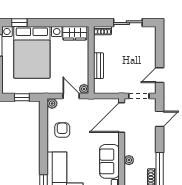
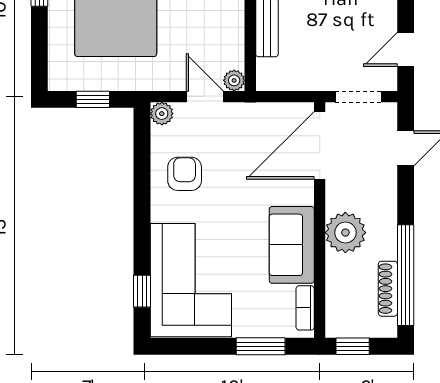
plant: (129, 160) -> (345, 233), width x1.87, depth x1.87

